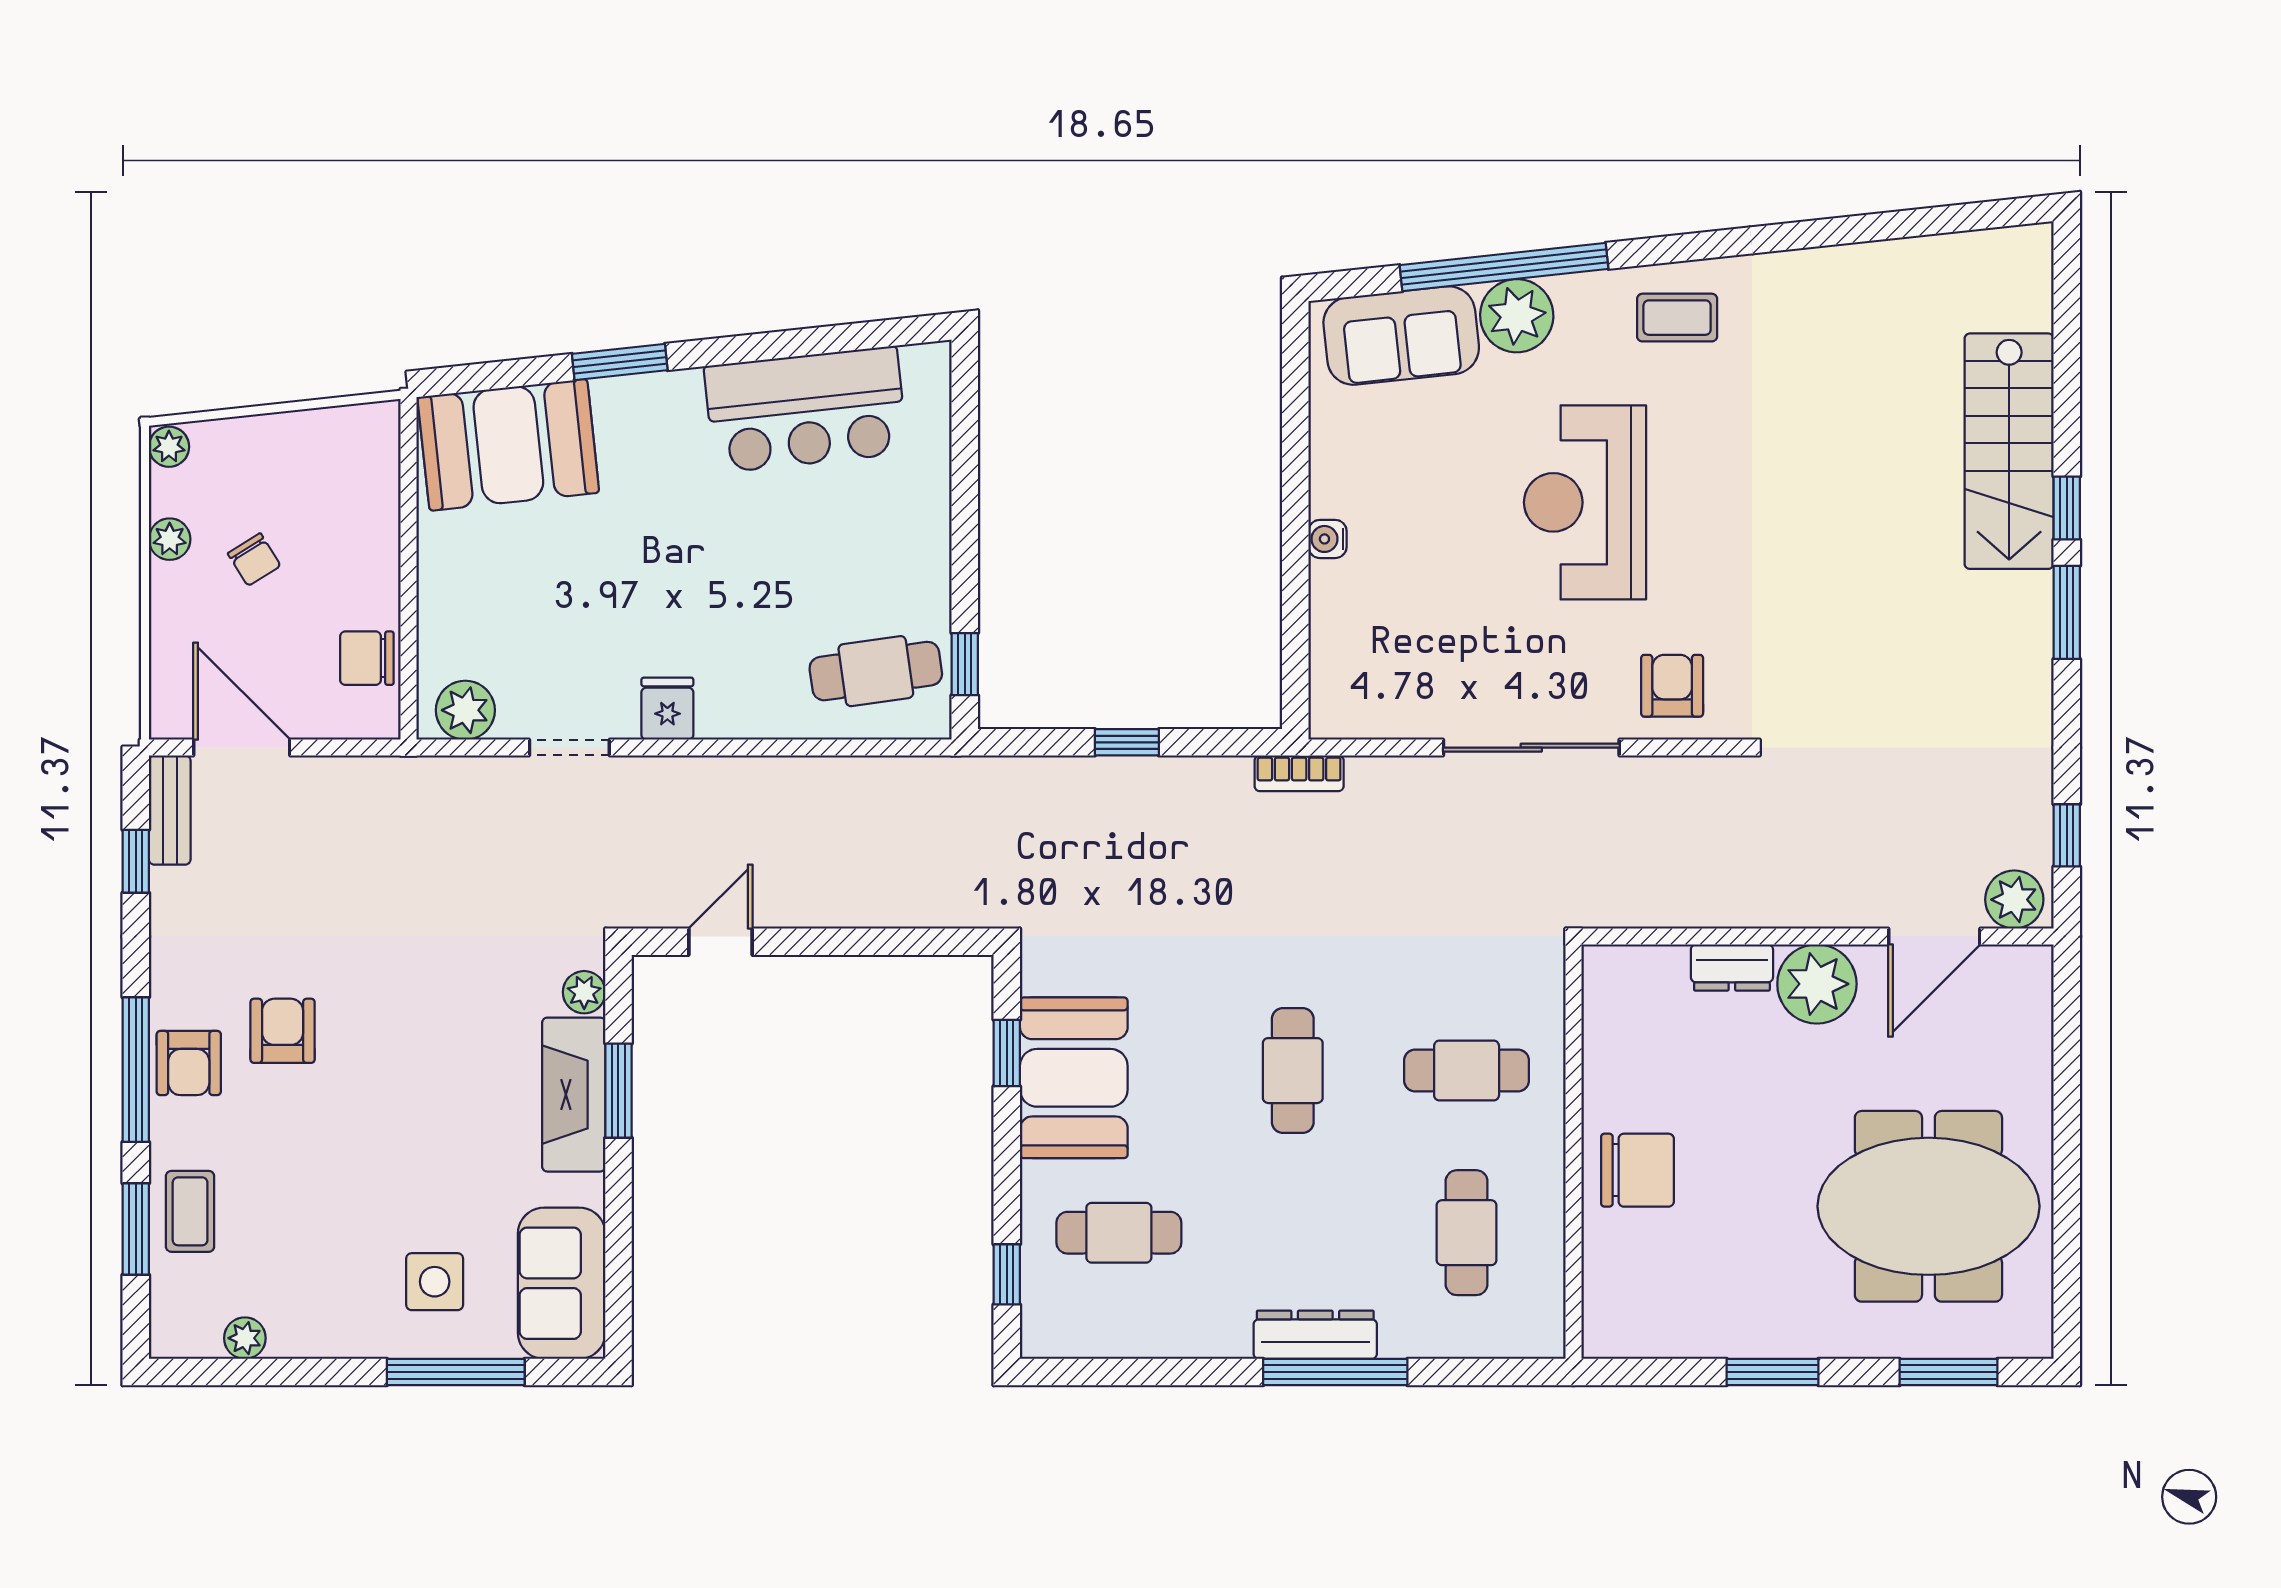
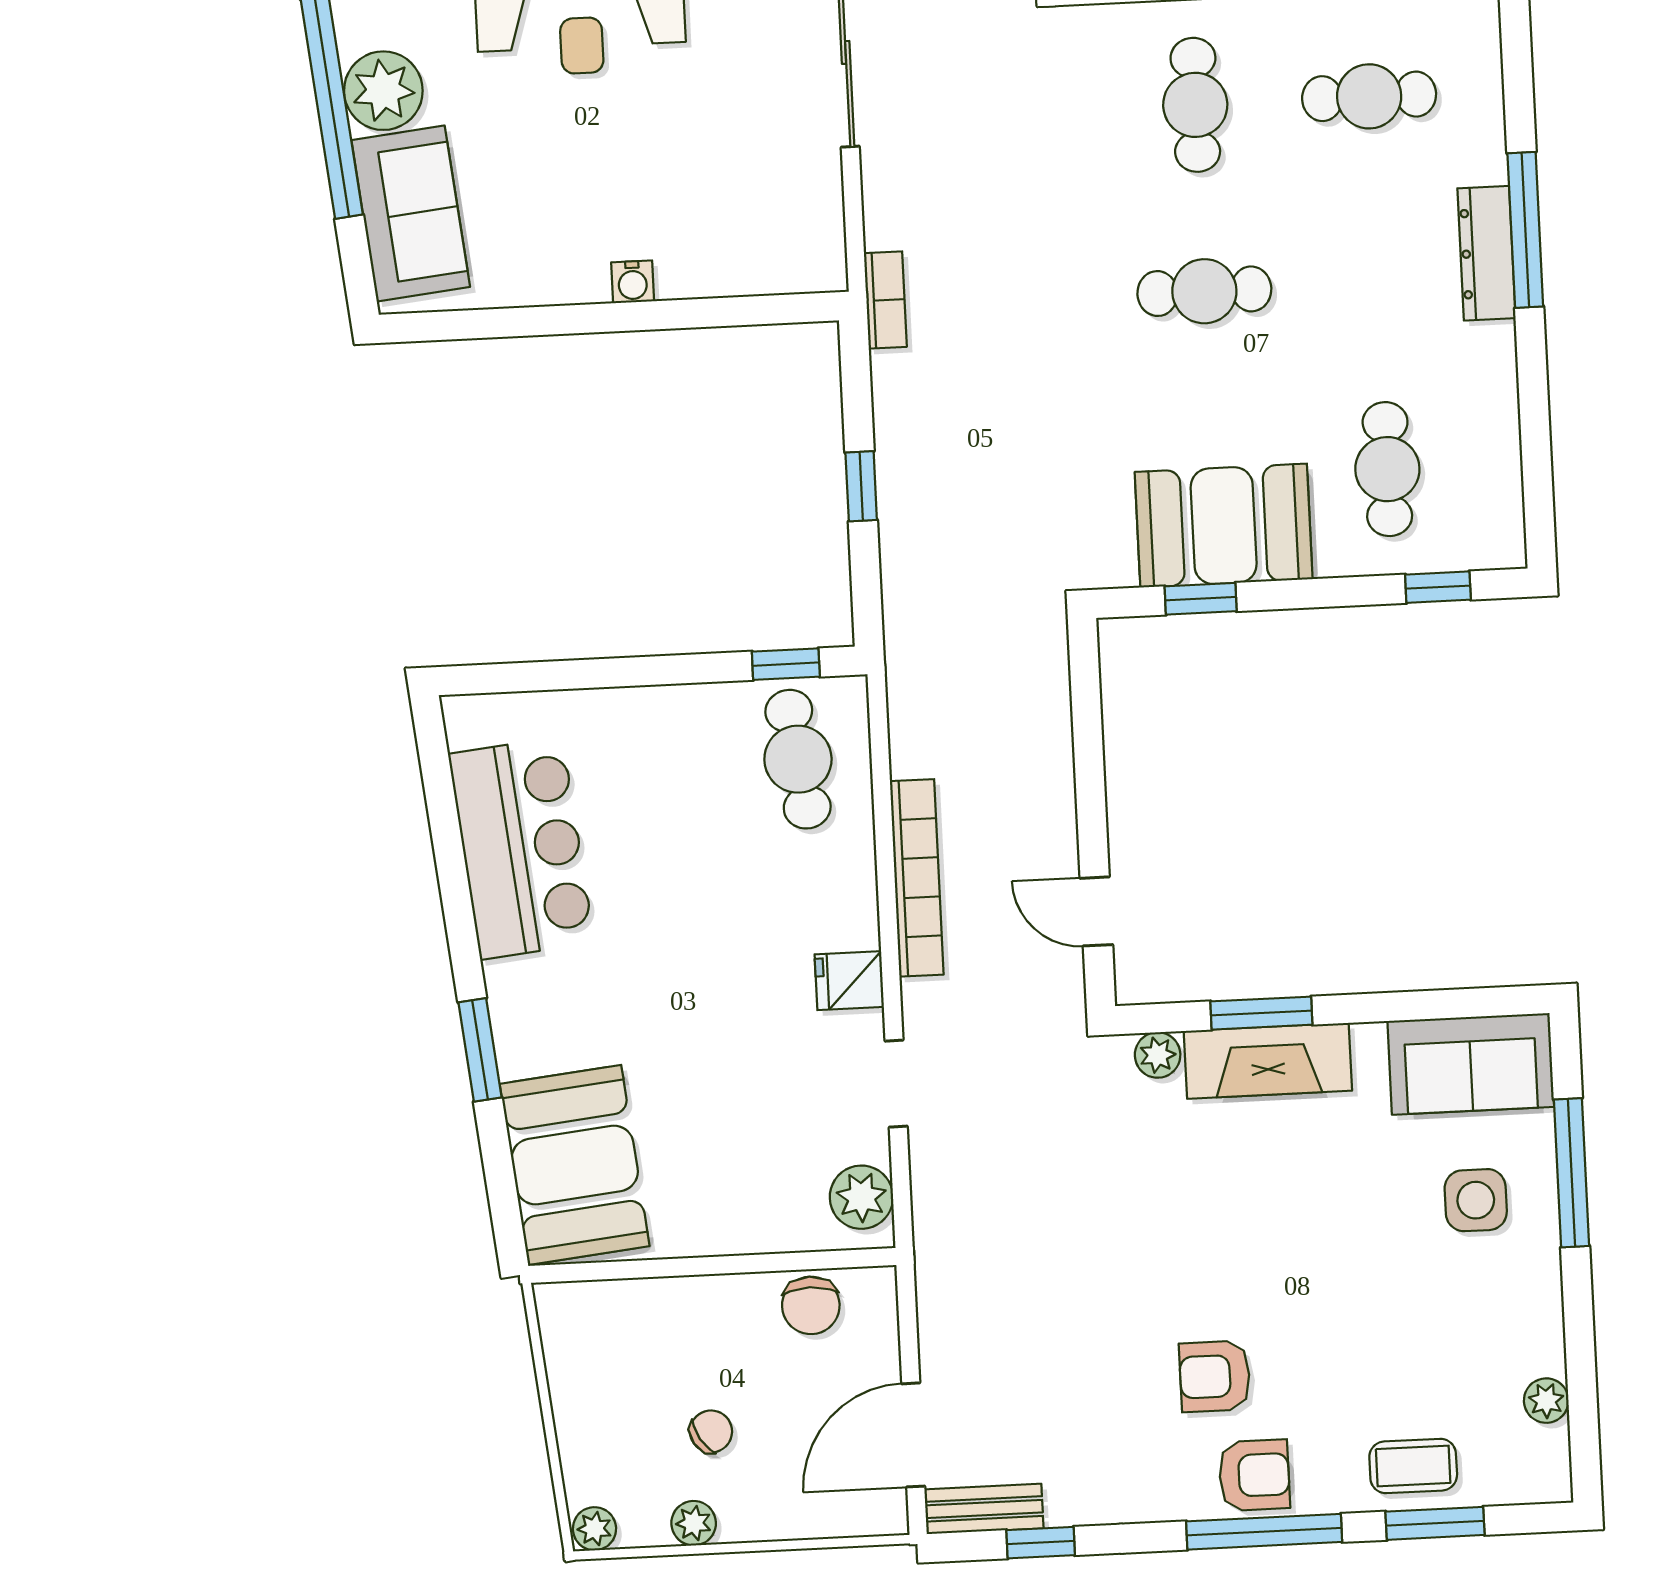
bookcase: (760, 776) -> (917, 878), added

